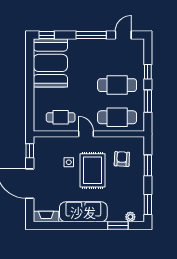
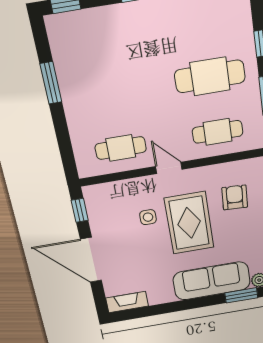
booth: (50, 63) -> (84, 56), removed
window: (30, 74) -> (51, 83), added
cafe table: (117, 117) -> (218, 132), width x0.73, depth x0.74
sofa: (83, 212) -> (212, 281), moved

